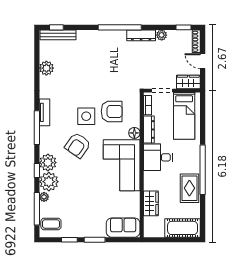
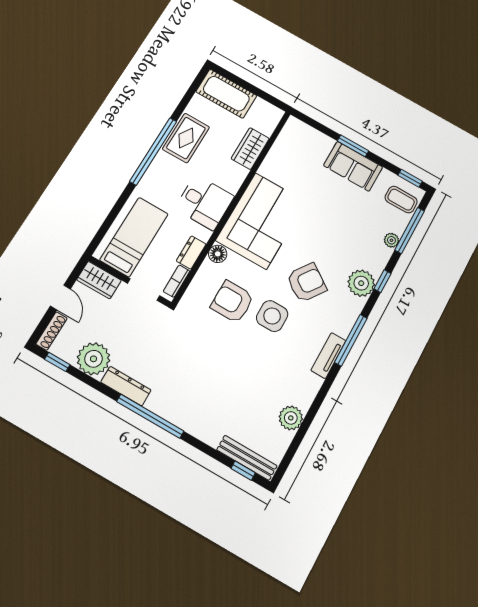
plant: (162, 35) -> (93, 359), width x1.87, depth x1.87
dresser: (149, 129) -> (191, 252), width x0.70
plant: (49, 182) -> (374, 257), removed
sofa: (123, 228) -> (353, 166), moved
window: (69, 240) -> (410, 178), moved

